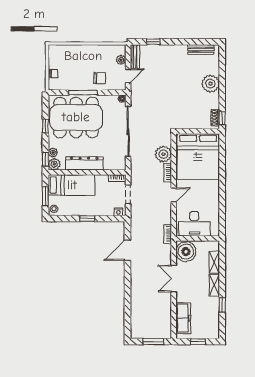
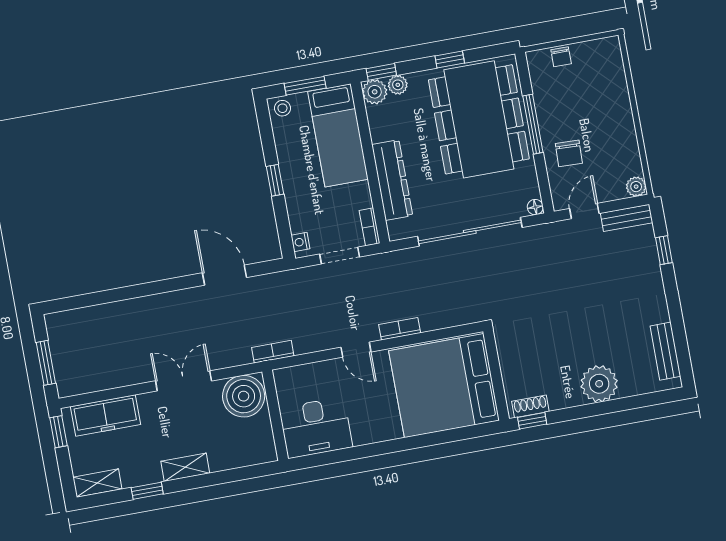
plant: (121, 60) -> (636, 187), moved
door: (128, 76) -> (584, 211), swing flipped
plant: (163, 154) -> (436, 313), removed
dresser: (84, 163) -> (392, 180), moved
desk: (194, 224) -> (316, 428), moved, turned -90
shelving: (214, 262) -> (97, 483), moved
window: (198, 342) -> (58, 432), moved

